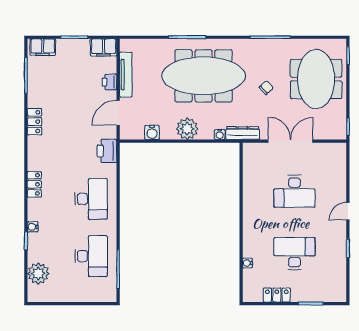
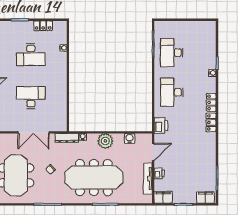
locker: (35, 122) -> (211, 122), moved
plant: (38, 273) -> (208, 41), removed

